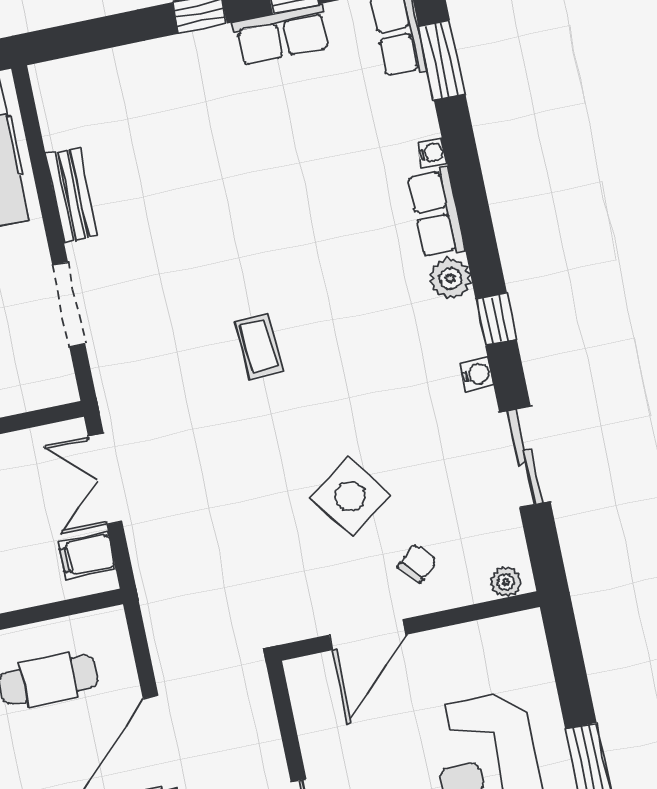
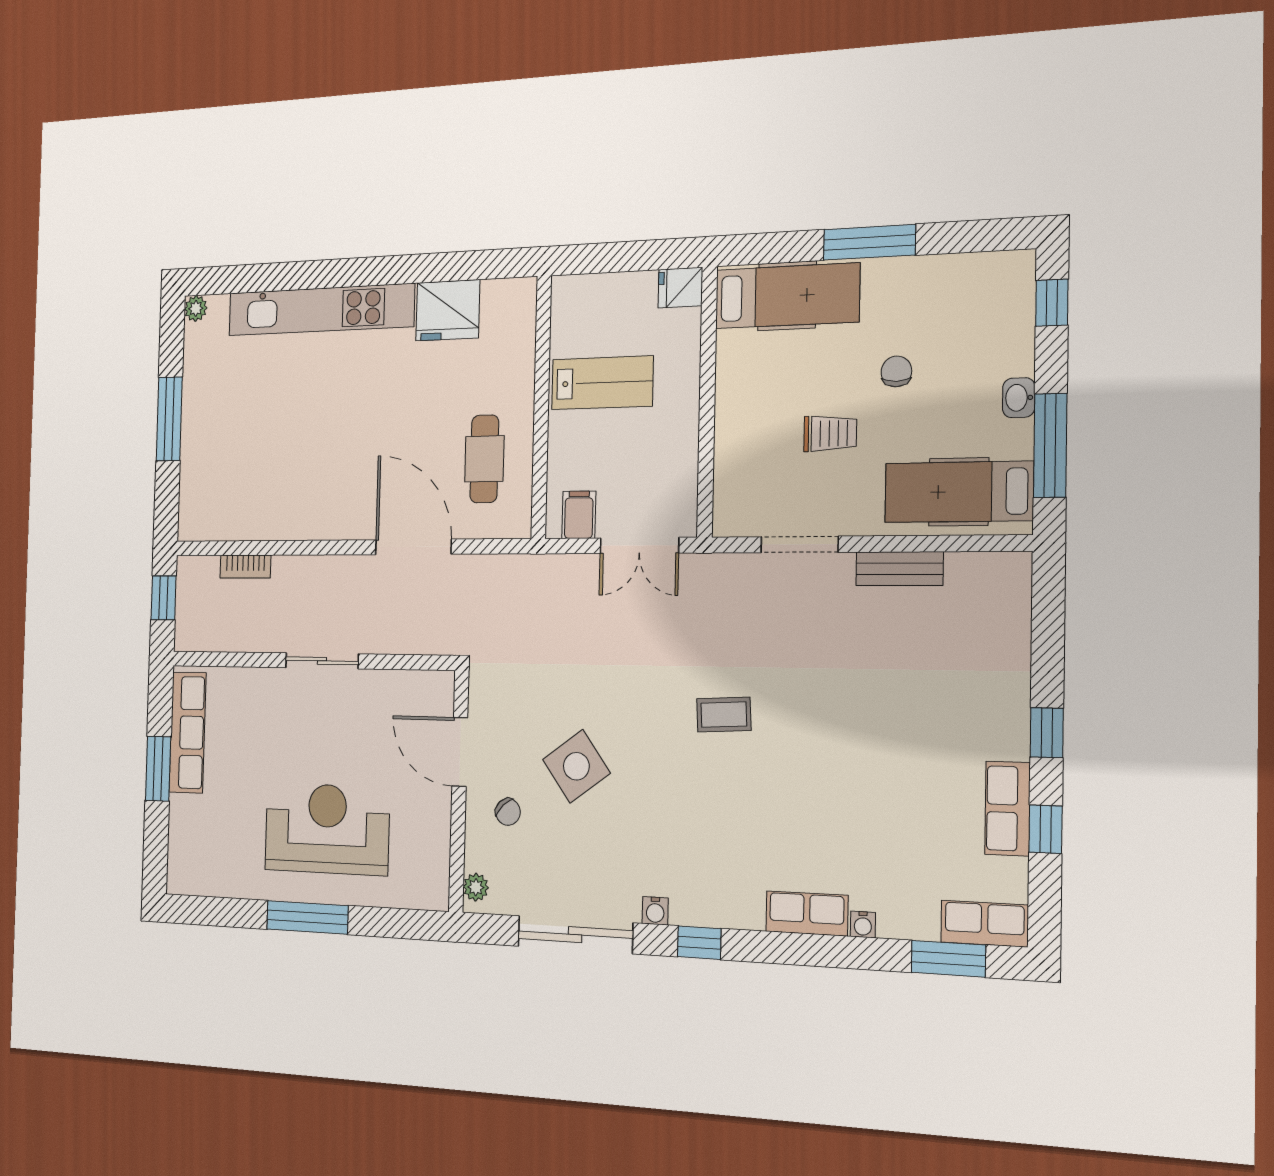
plant: (450, 278) -> (745, 910), removed
sliding door: (525, 457) -> (575, 935), width x1.37
double door: (105, 479) -> (639, 545), swing flipped

